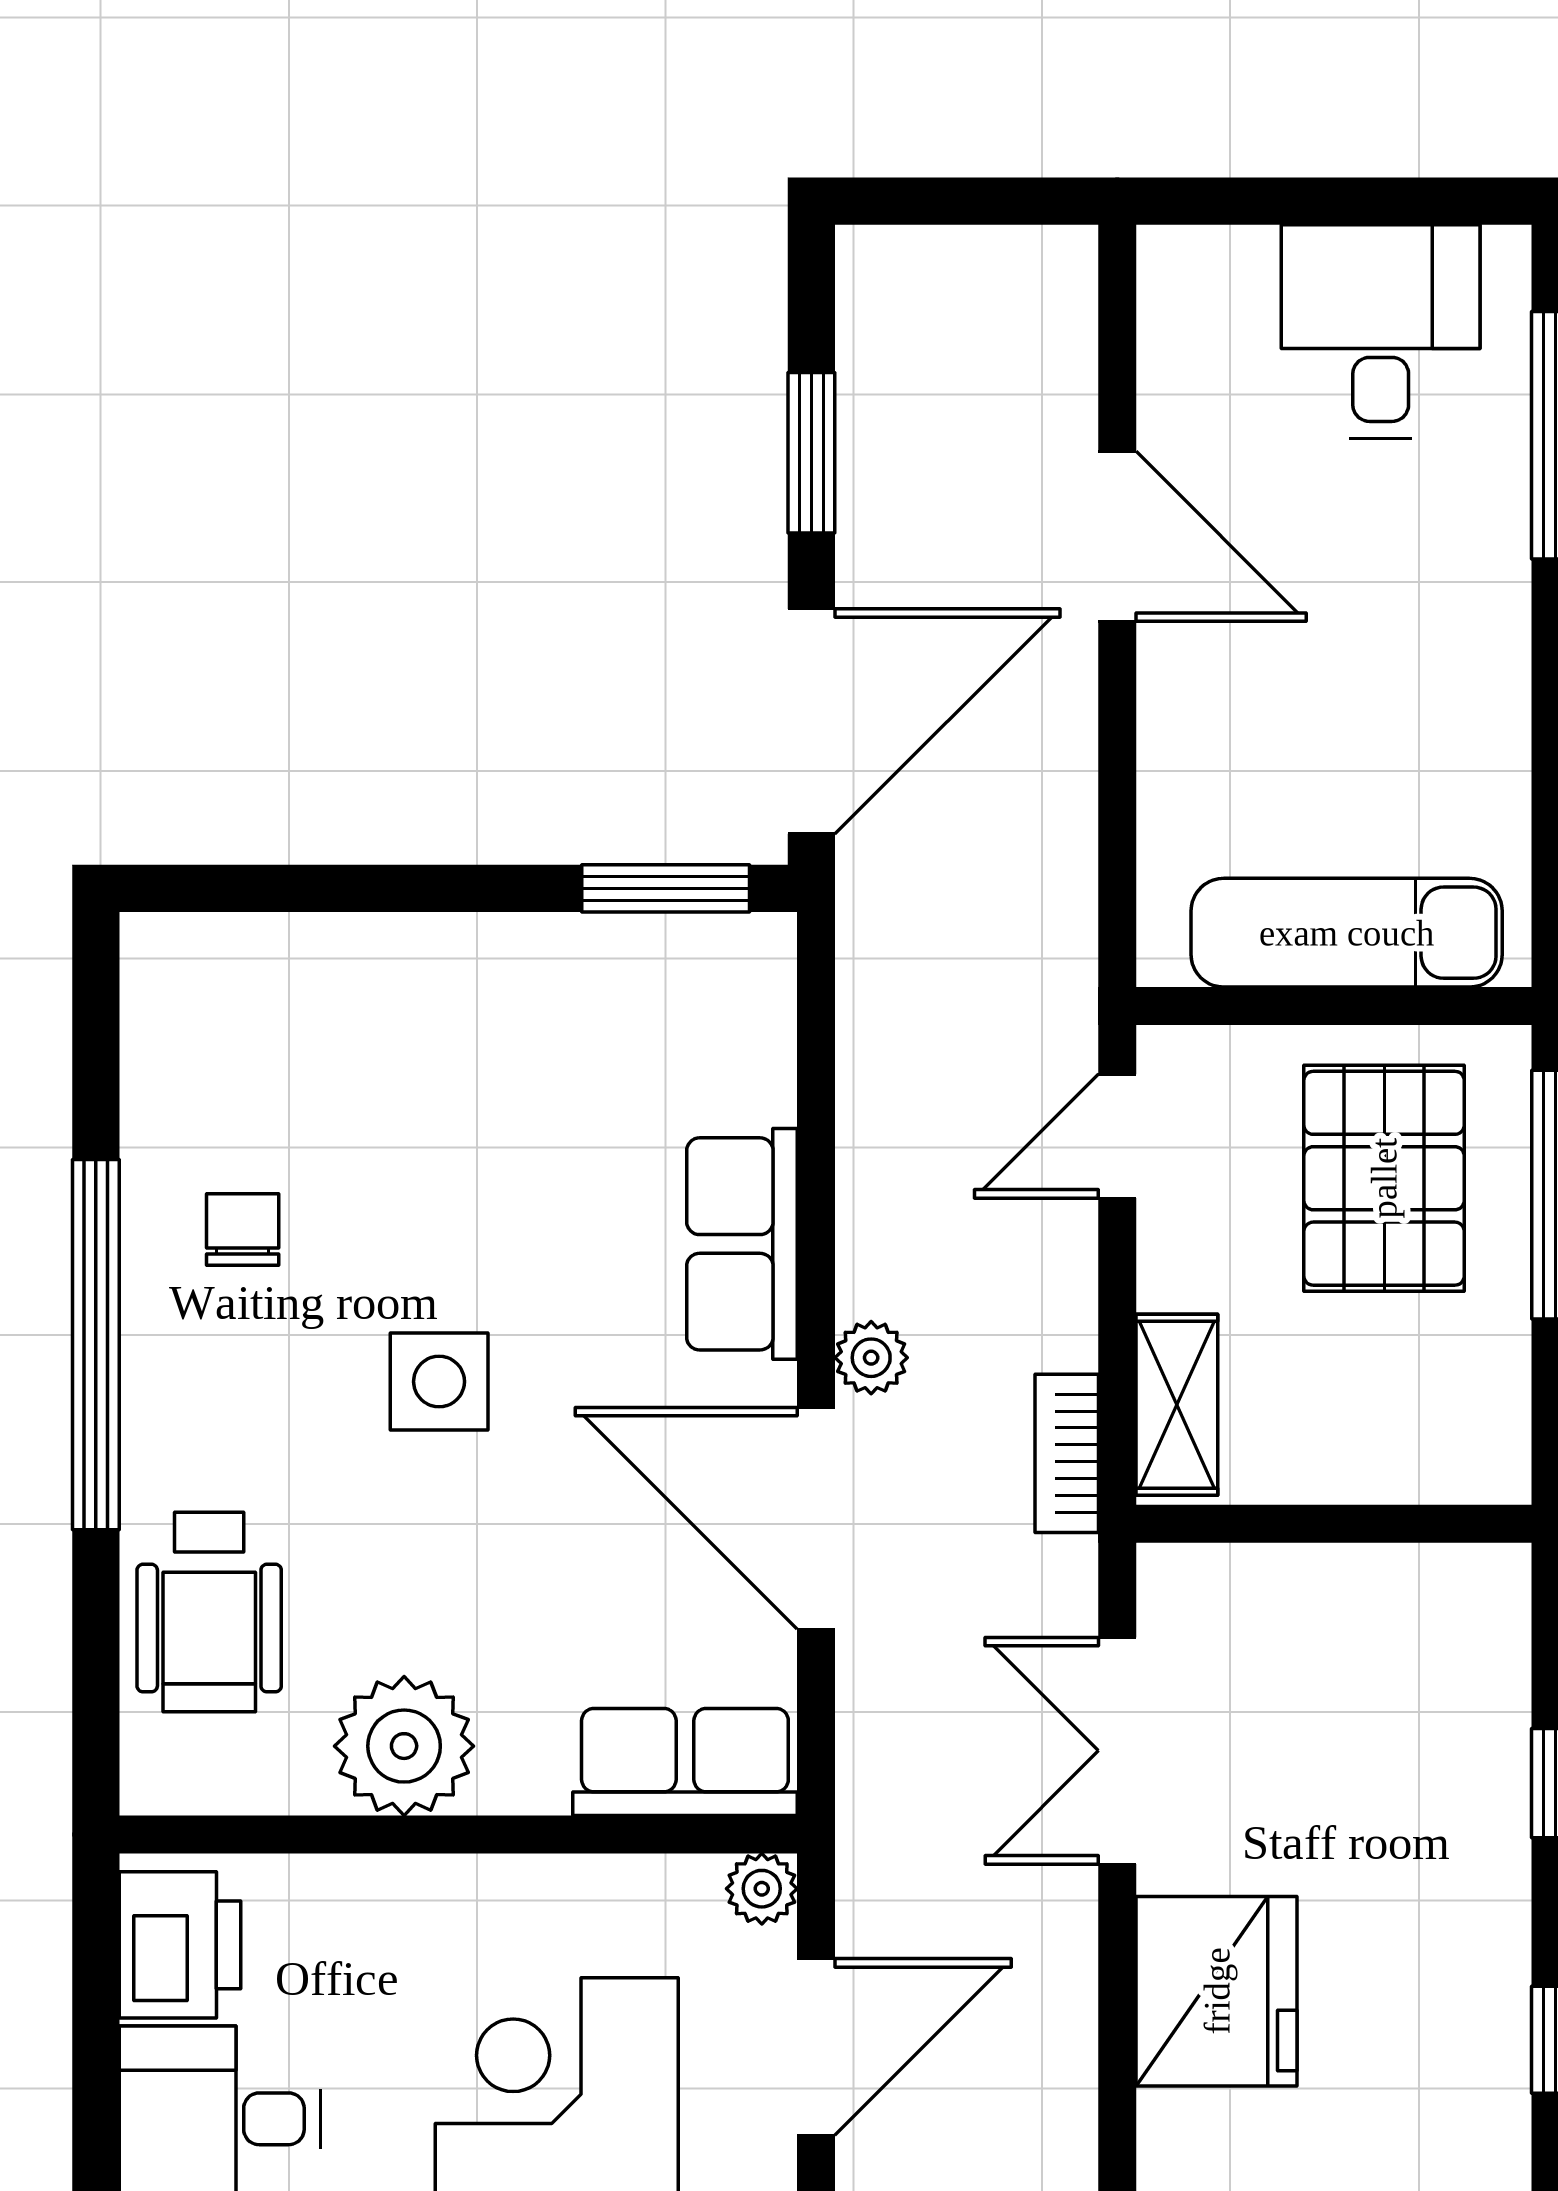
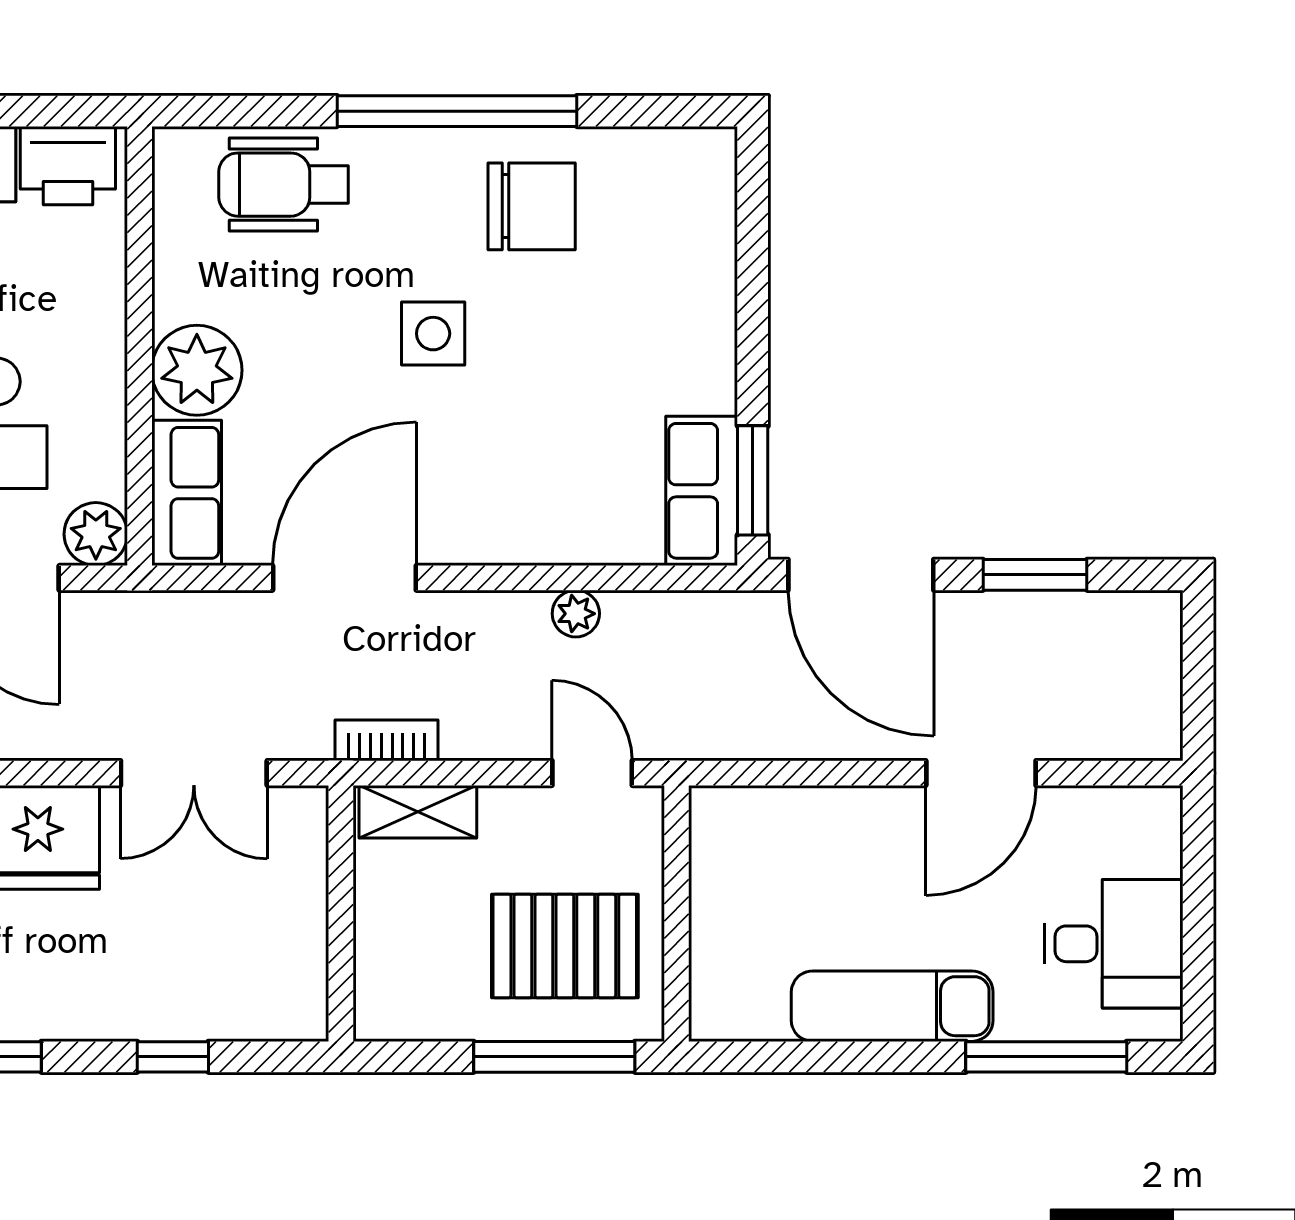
exam couch: (1347, 933) -> (892, 1006), moved, turned -90
chair: (243, 1229) -> (532, 206), width x1.87, depth x1.87
row of seats: (742, 1244) -> (702, 491), moved, turned -90
plant: (871, 1358) -> (576, 614), moved
plant: (404, 1746) -> (197, 370), moved
double door: (1117, 1751) -> (194, 773), swing flipped
plant: (762, 1889) -> (96, 534), width x1.38, depth x1.38

